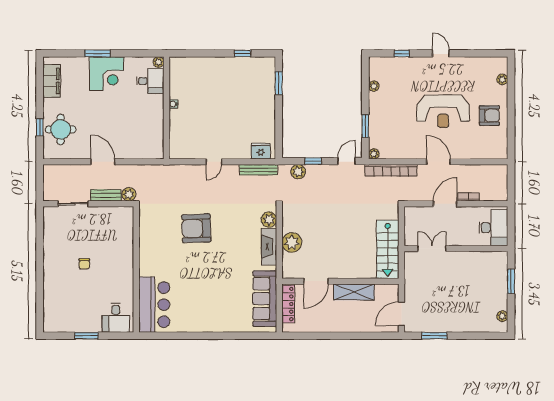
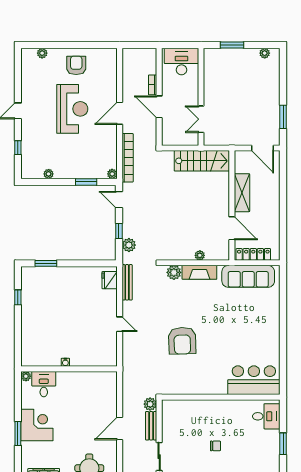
plant: (292, 242) -> (200, 255), width x0.53, depth x0.53

